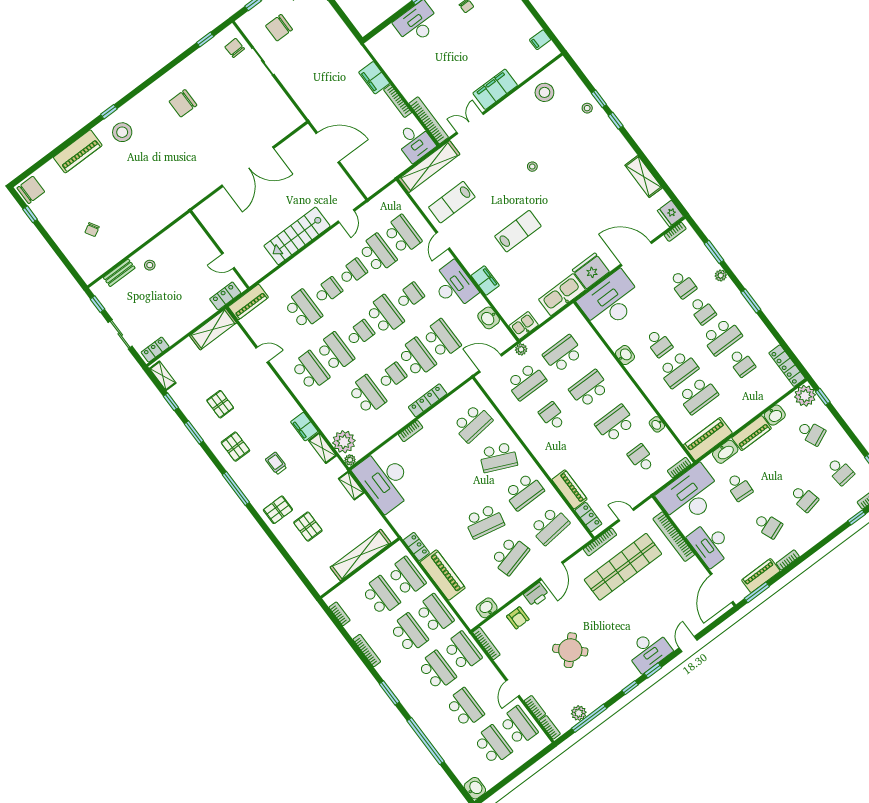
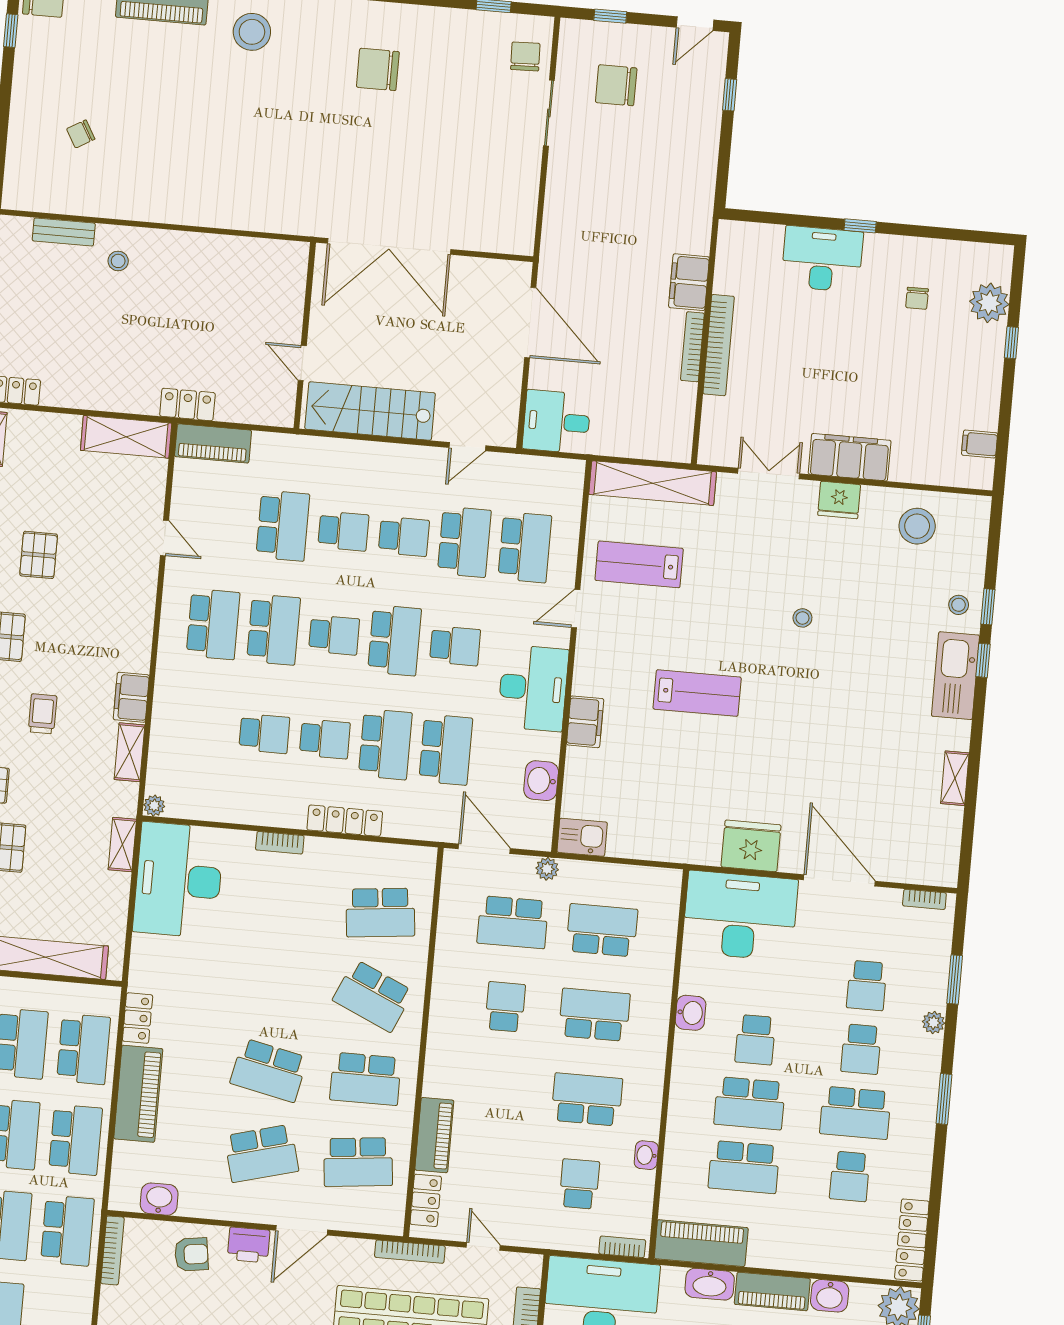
bookcase: (429, 120) -> (719, 345), moved
desk: (415, 142) -> (557, 422), moved, turned 90
shelving: (644, 177) -> (955, 778), width x0.67, depth x0.75
fridge: (670, 213) -> (839, 500), moved, turned -90
wall: (220, 250) -> (305, 335), moved
door: (228, 261) -> (302, 363), moved
kitchen sink: (562, 295) -> (955, 676), moved, turned -90
school desk: (367, 395) -> (264, 734), width x0.54
plant: (344, 442) -> (169, 771), removed
armchair: (518, 618) -> (191, 1254), turned -98

